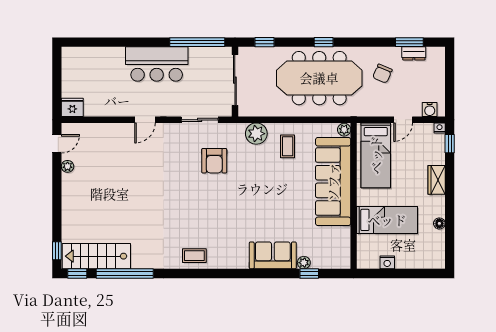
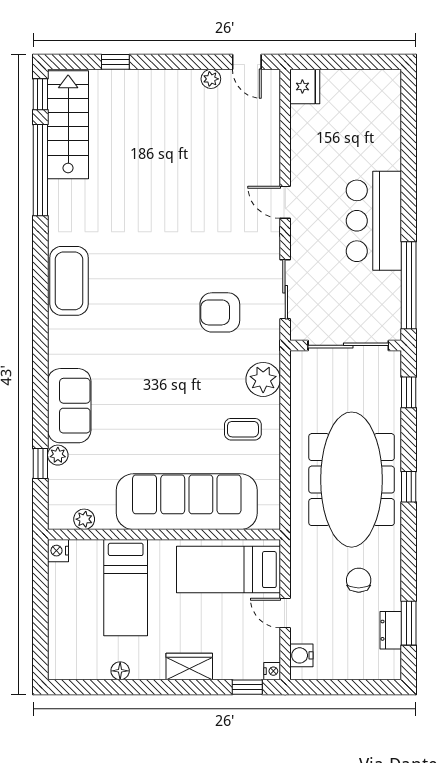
chair: (382, 74) -> (359, 580), turned 67
plant: (344, 130) -> (84, 519), moved
window: (57, 251) -> (115, 62), moved
coffee table: (194, 256) -> (69, 281), width x1.86, depth x1.72
nightstand: (387, 262) -> (58, 551), moved

